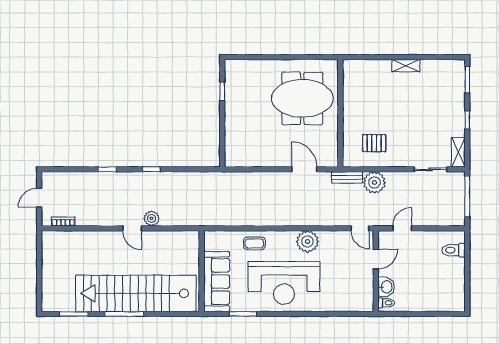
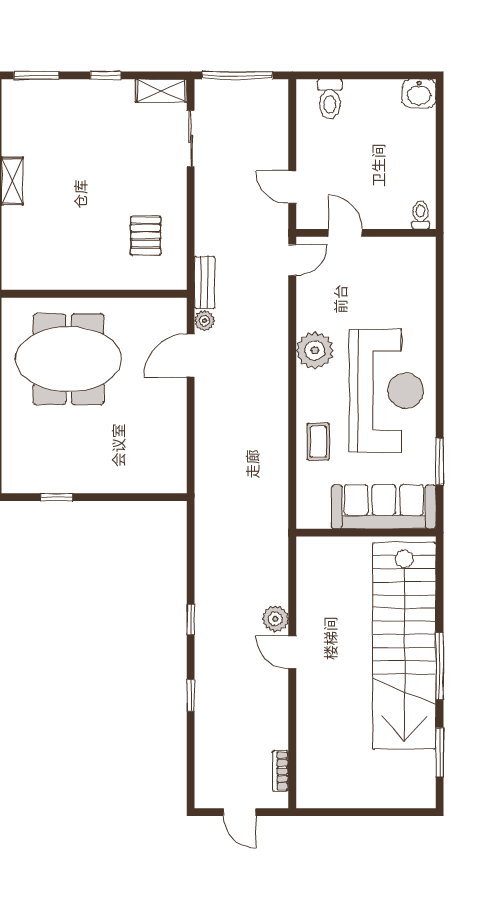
meeting table: (302, 98) -> (69, 359), turned 90
plant: (374, 182) -> (205, 321), moved, width x0.53, depth x0.53
door: (132, 228) -> (292, 652), swing flipped
washbasin: (386, 287) -> (419, 93), moved, turned 180

